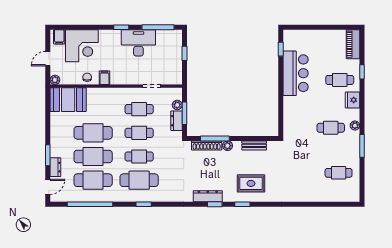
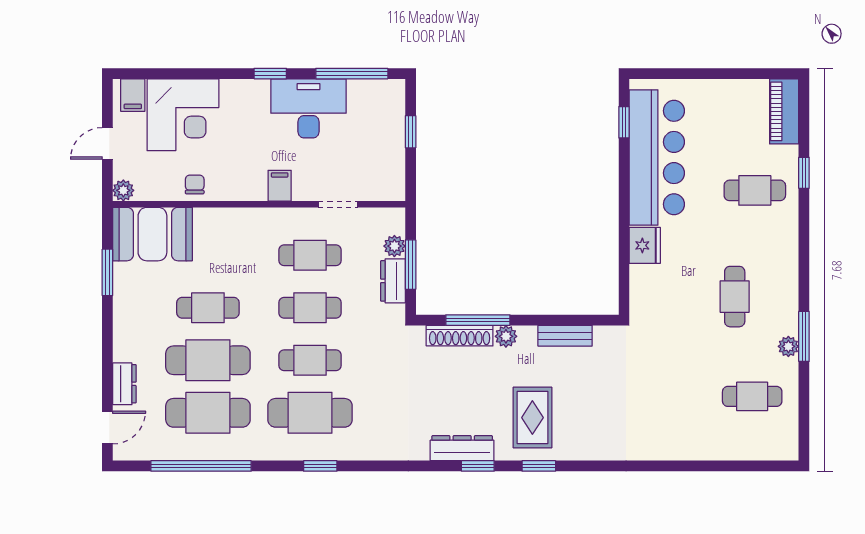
bar counter: (296, 73) -> (657, 158), width x1.36
filing cabinet: (104, 78) -> (280, 186), moved
fridge: (353, 100) -> (645, 245), moved, turned 180
plant: (355, 126) -> (788, 346), moved
cafe table: (331, 128) -> (735, 297), turned 90
cafe table: (93, 133) -> (208, 308), width x0.73, depth x0.74
window: (48, 155) -> (107, 272), moved
rug: (251, 183) -> (532, 418), moved, turned 90

